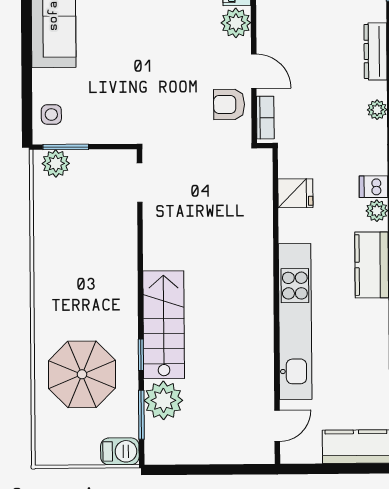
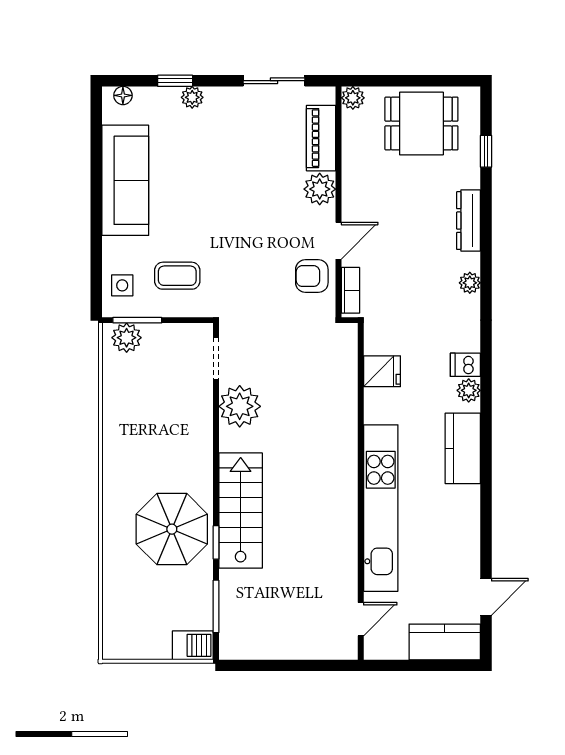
door: (254, 71) -> (339, 241), hinge flipped
coffee table: (103, 105) -> (177, 276), added
parasol: (82, 374) -> (172, 529), moved
plant: (163, 400) -> (240, 406), moved

